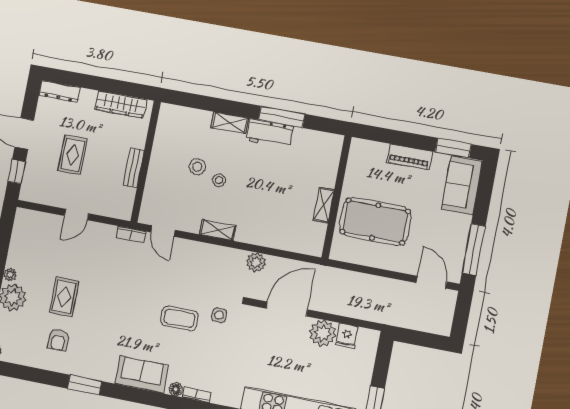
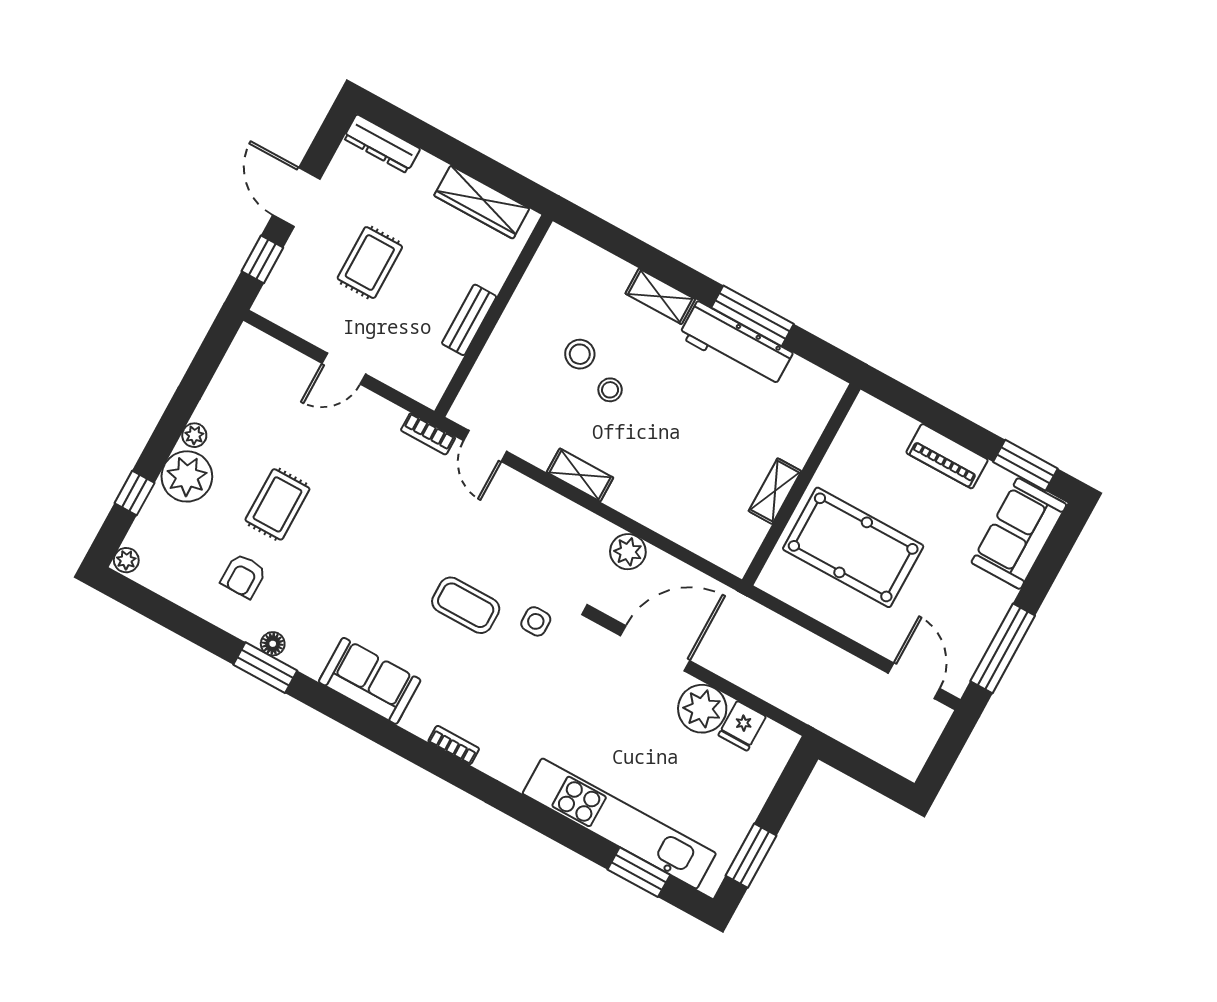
workbench: (270, 133) -> (736, 345), width x1.38
floor lamp: (176, 389) -> (273, 644), moved

